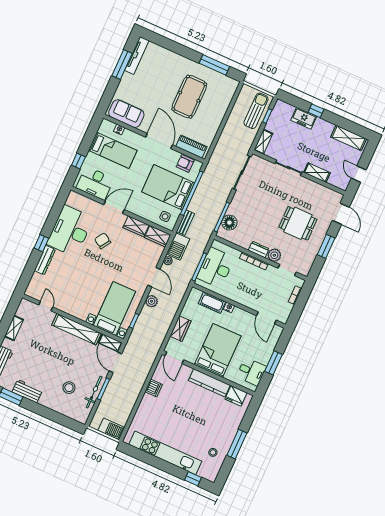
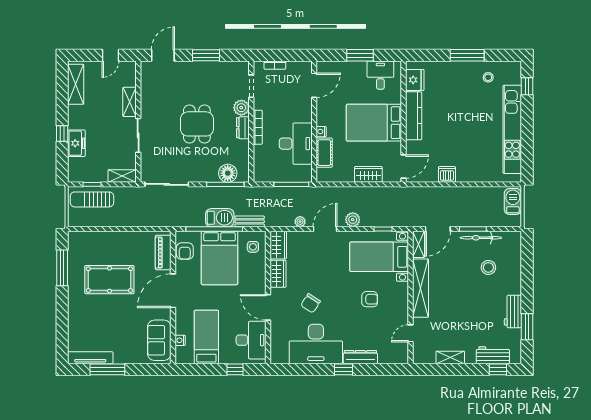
dining table: (298, 223) -> (197, 124), moved
barbecue: (178, 246) -> (220, 218), moved
desk: (216, 268) -> (296, 144), moved, turned -90
armchair: (86, 287) -> (370, 299), added

